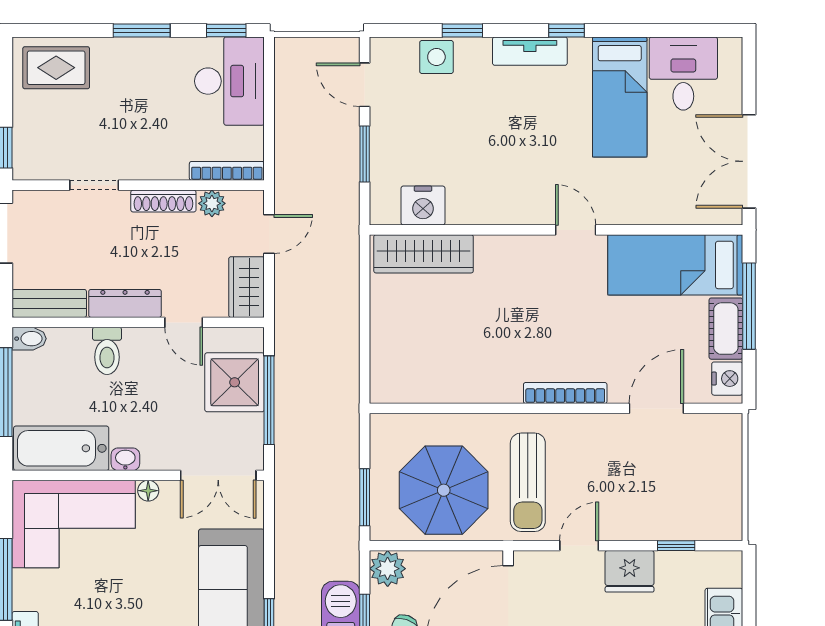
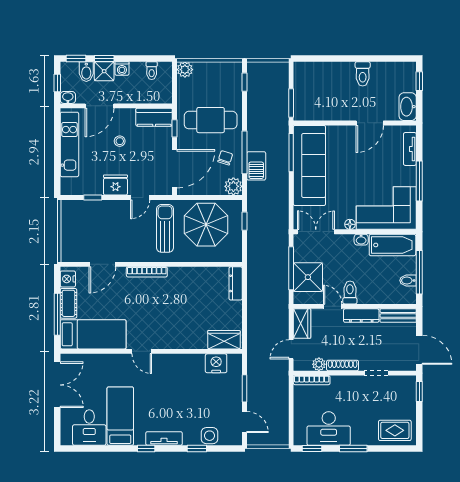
desk: (229, 81) -> (329, 429), moved, turned -90
wardrobe: (424, 254) -> (224, 340), width x0.67
bidet: (29, 339) -> (408, 280), moved
toilet: (107, 351) -> (350, 292), moved
dresser: (383, 369) -> (236, 283), added
window: (365, 497) -> (245, 221), width x0.67

